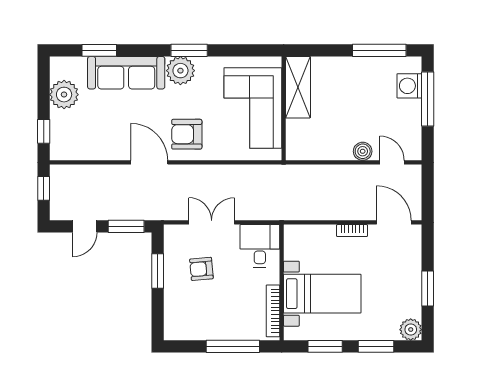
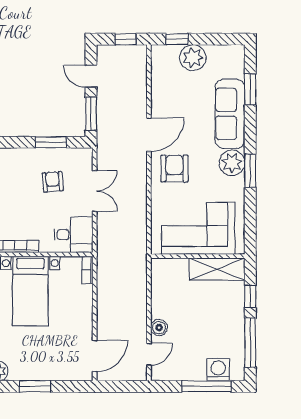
window: (328, 50) -> (250, 297), added
plant: (64, 95) -> (193, 58), moved
bookcase: (352, 231) -> (87, 270), moved

